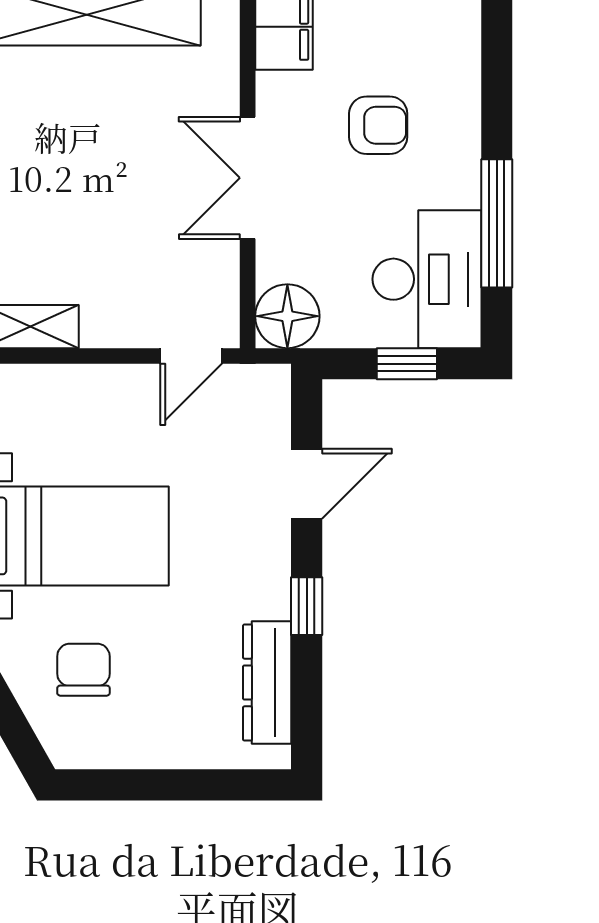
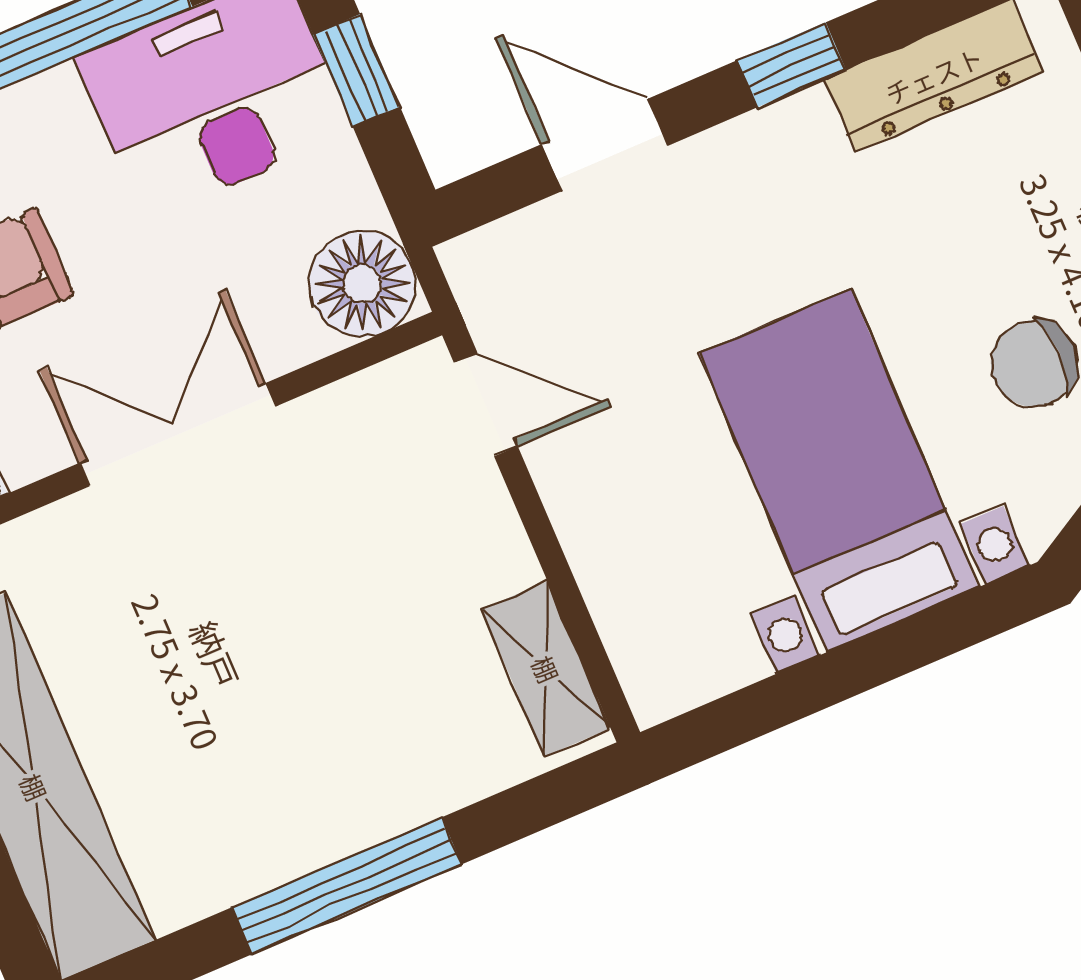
double door: (248, 178) -> (177, 435), swing flipped

